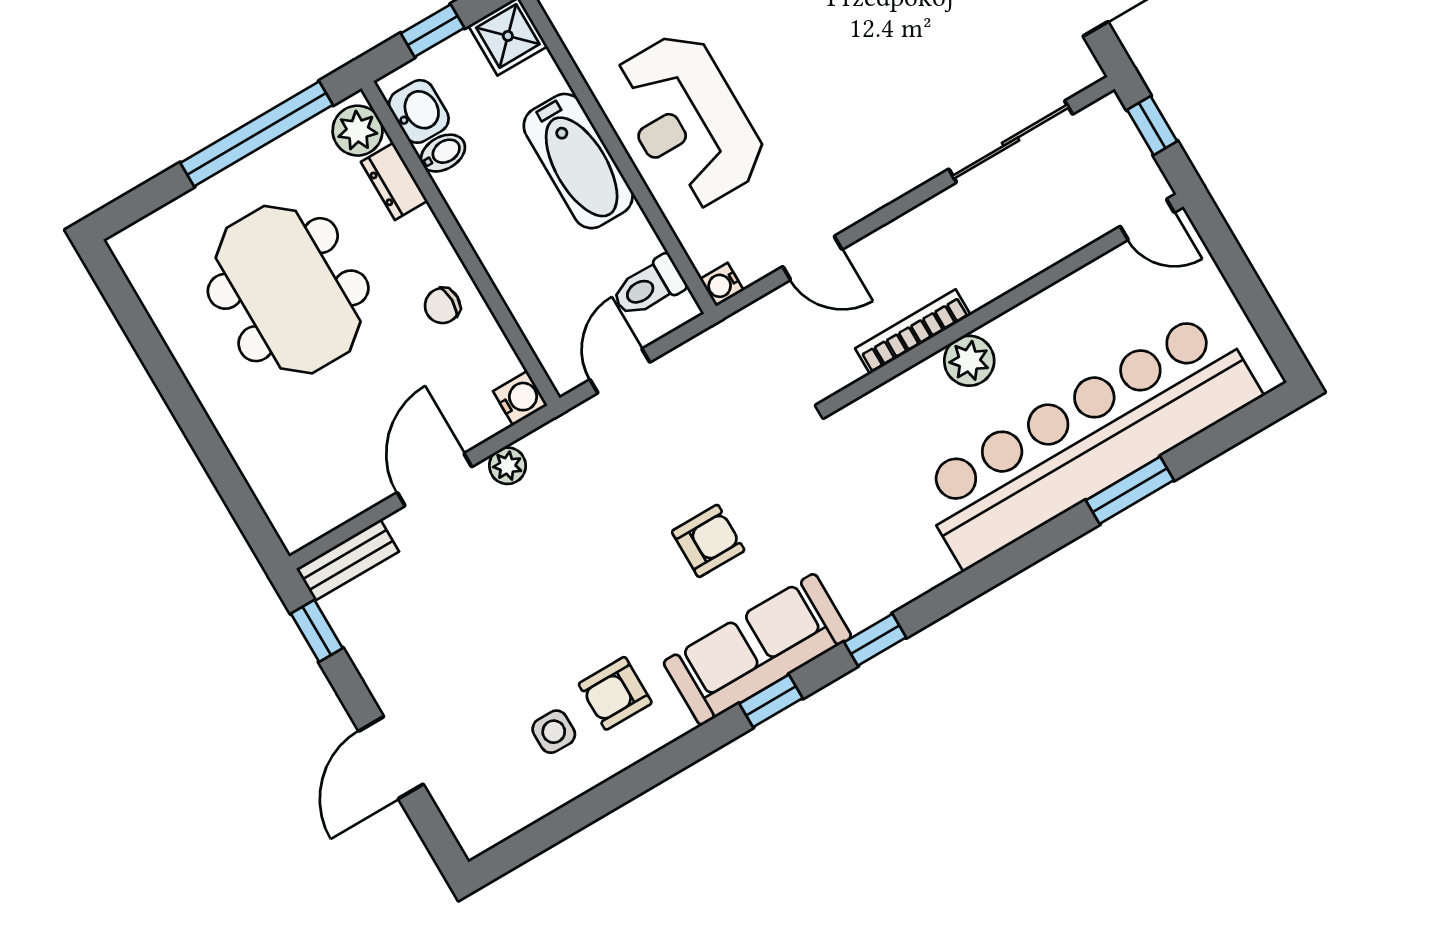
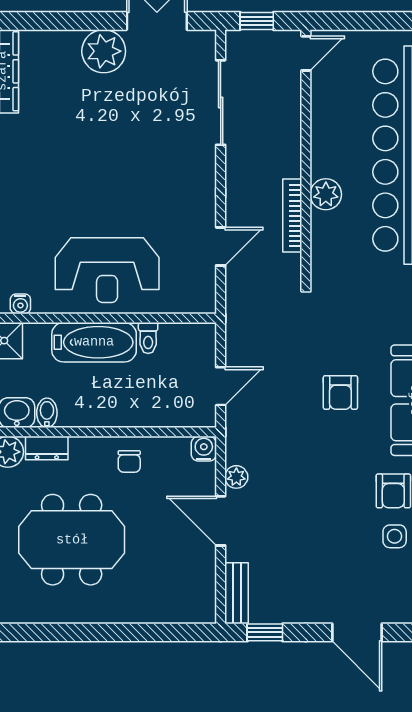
water cooler: (722, 285) -> (20, 304), moved
toilet: (648, 287) -> (148, 338), moved, width x0.73, depth x0.72
door: (620, 371) -> (221, 386), swing flipped
armchair: (708, 541) -> (340, 392), turned 180

